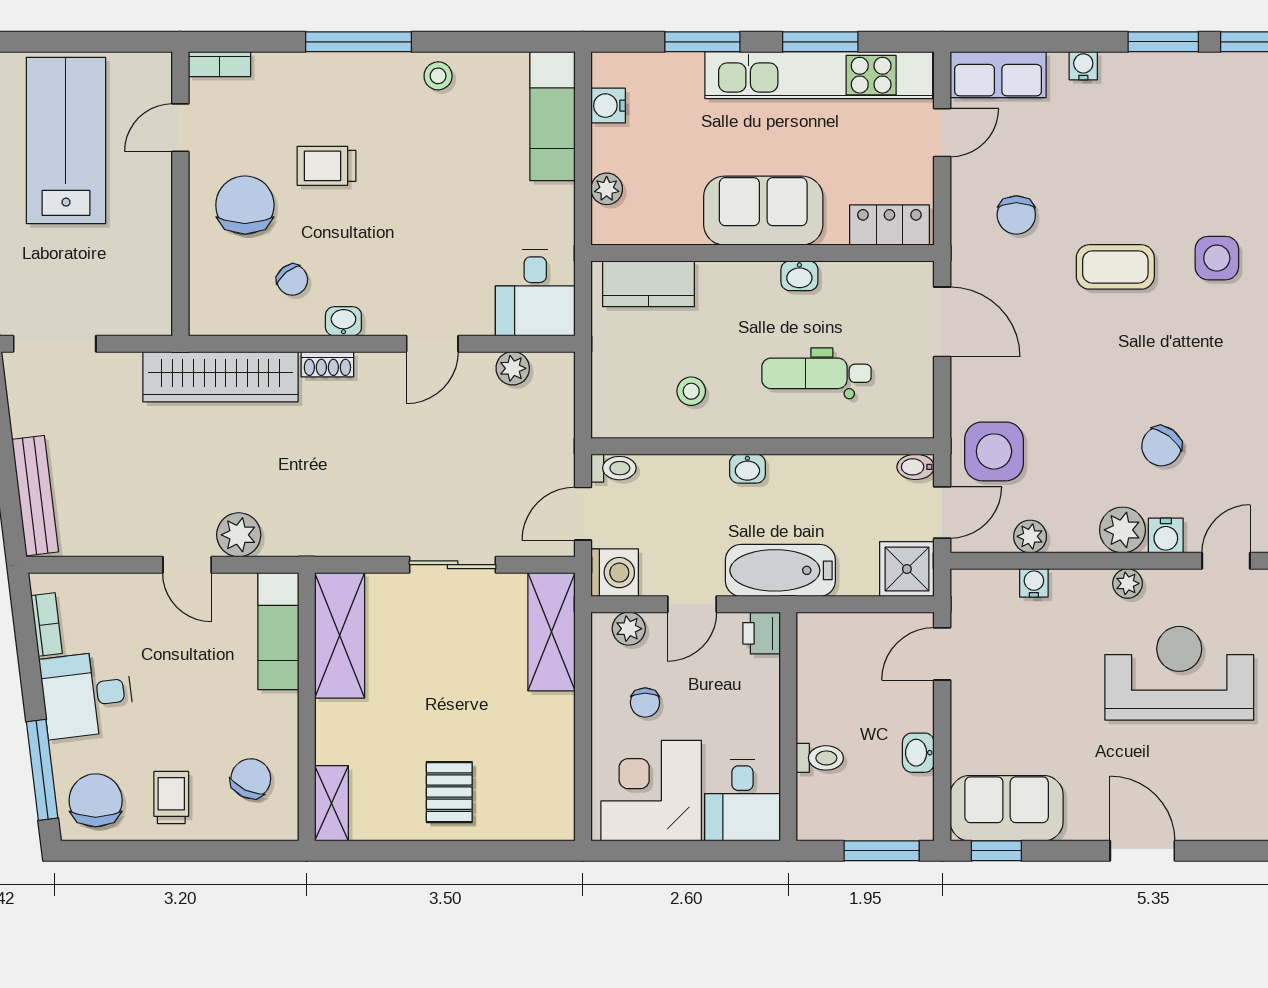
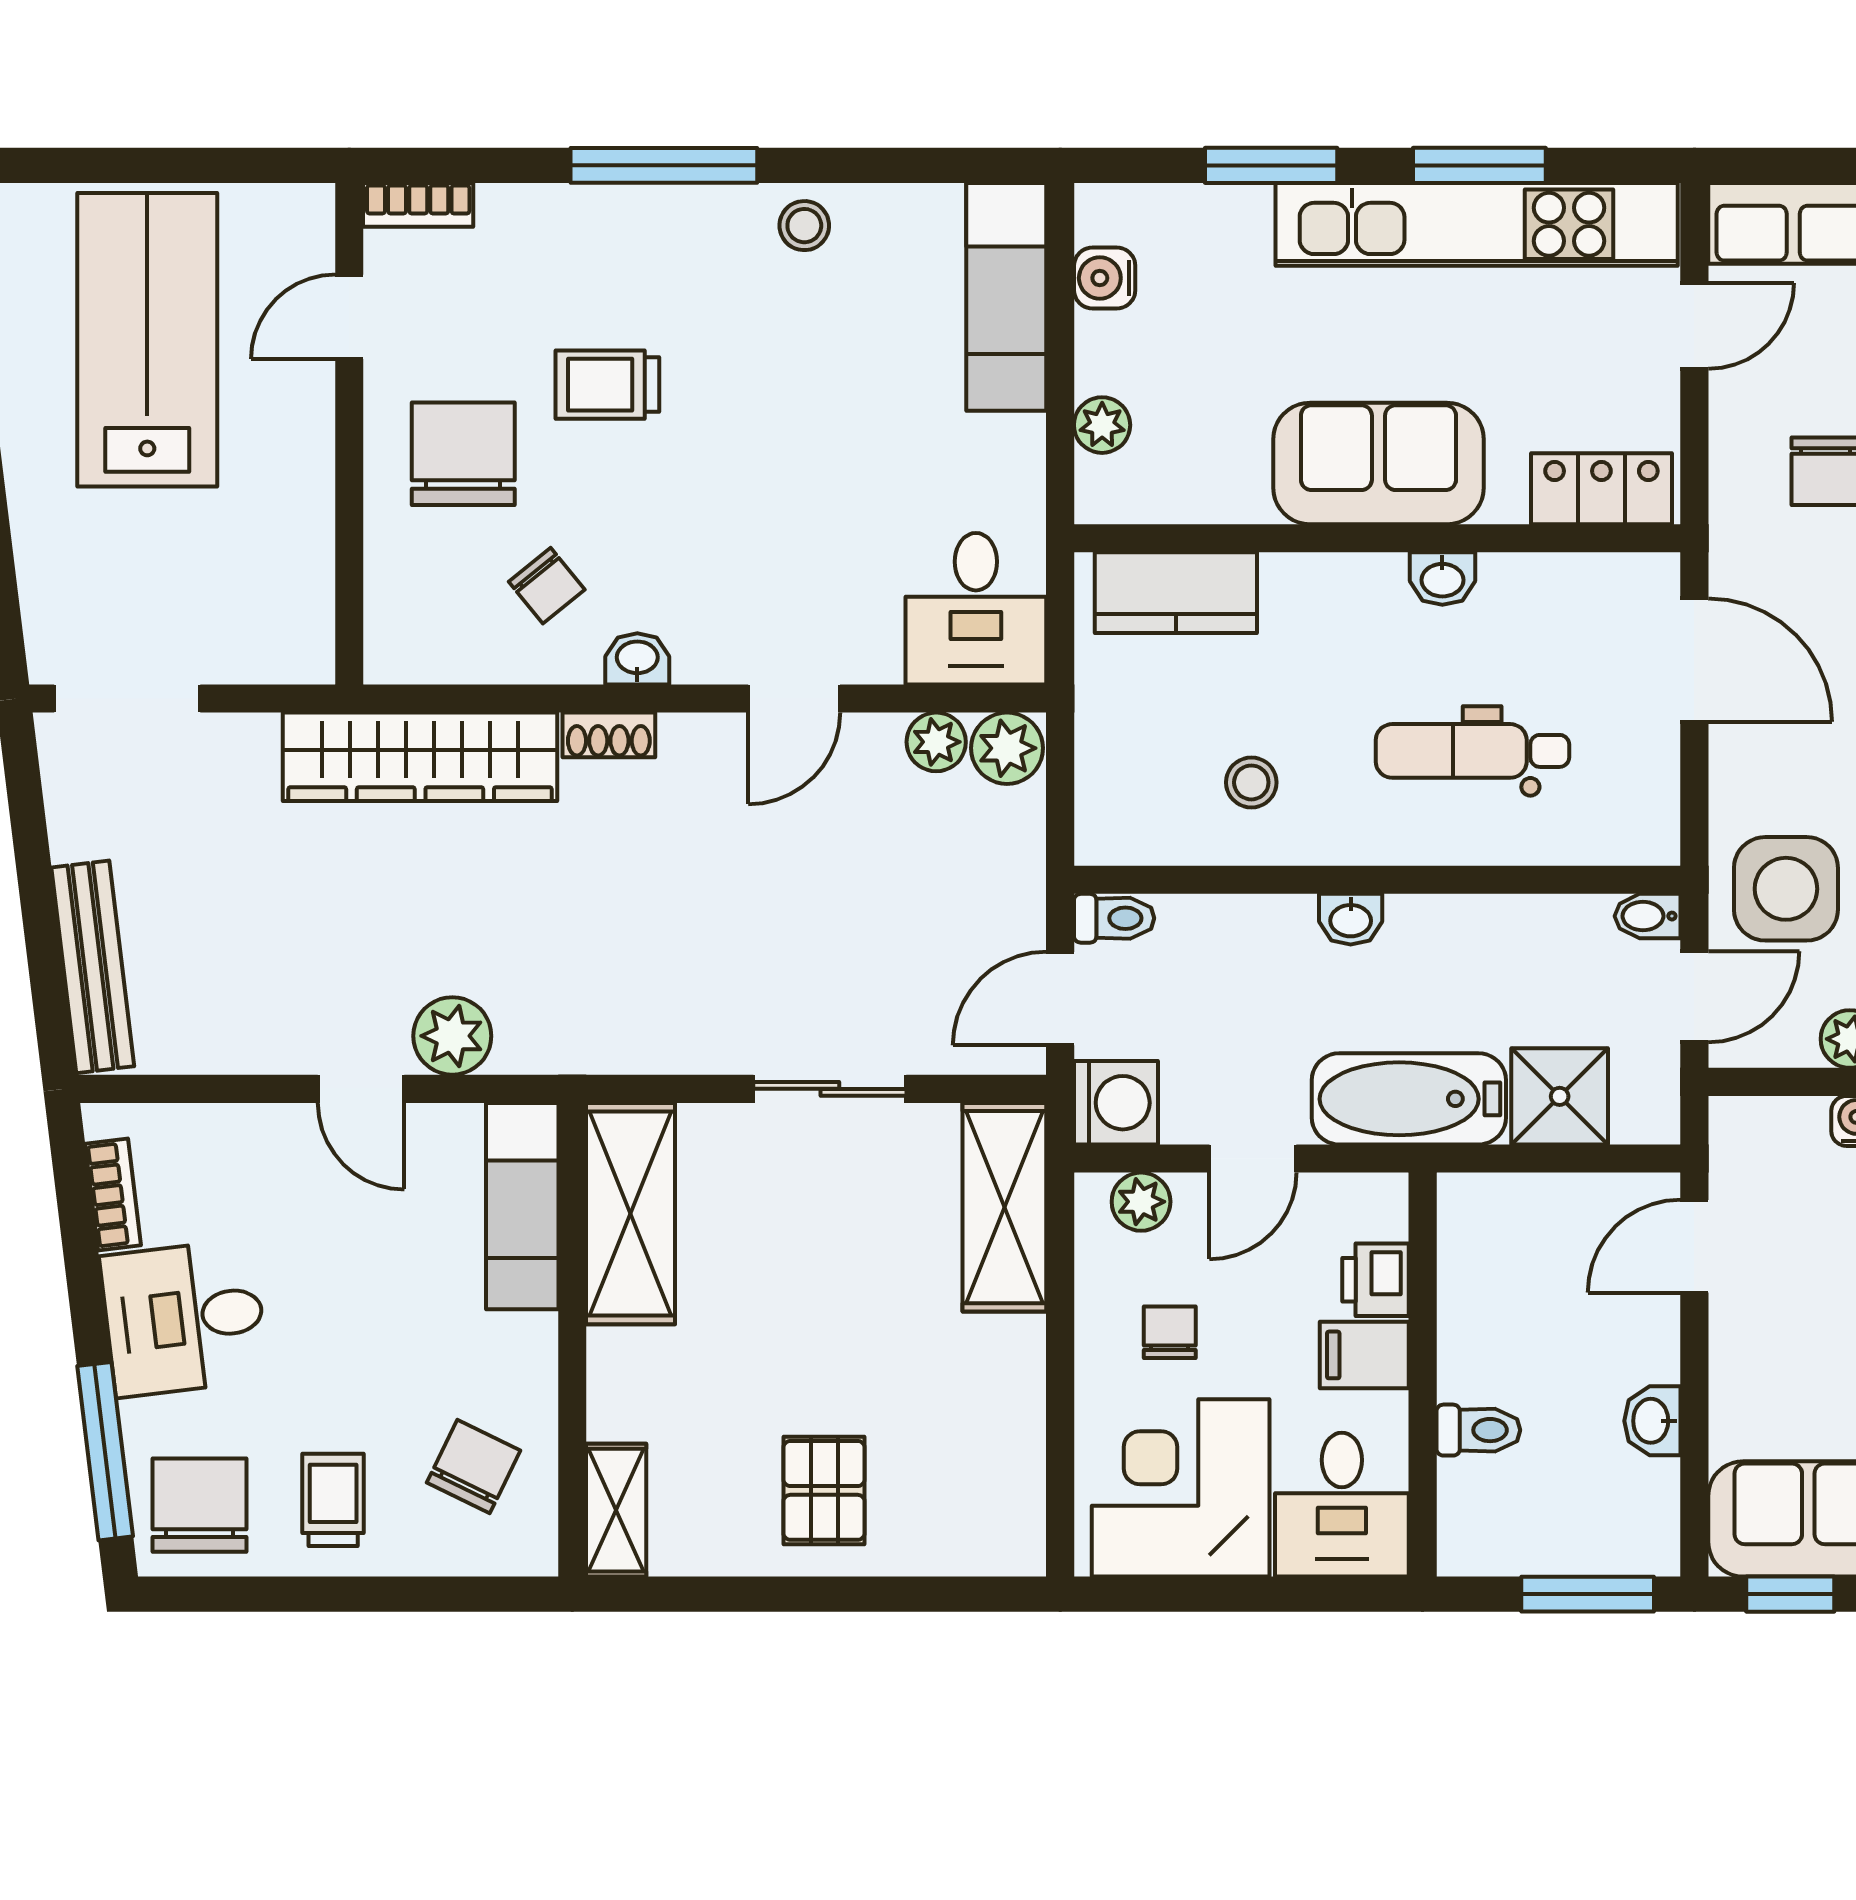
plant: (553, 372) -> (1007, 748), added
shower: (907, 569) -> (1560, 1096), moved
printer: (762, 633) -> (1376, 1280), moved
chair: (645, 703) -> (1170, 1332), turned 180
filing cabinet: (755, 715) -> (1364, 1355), added

